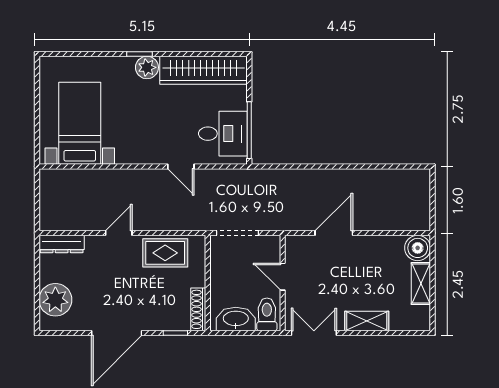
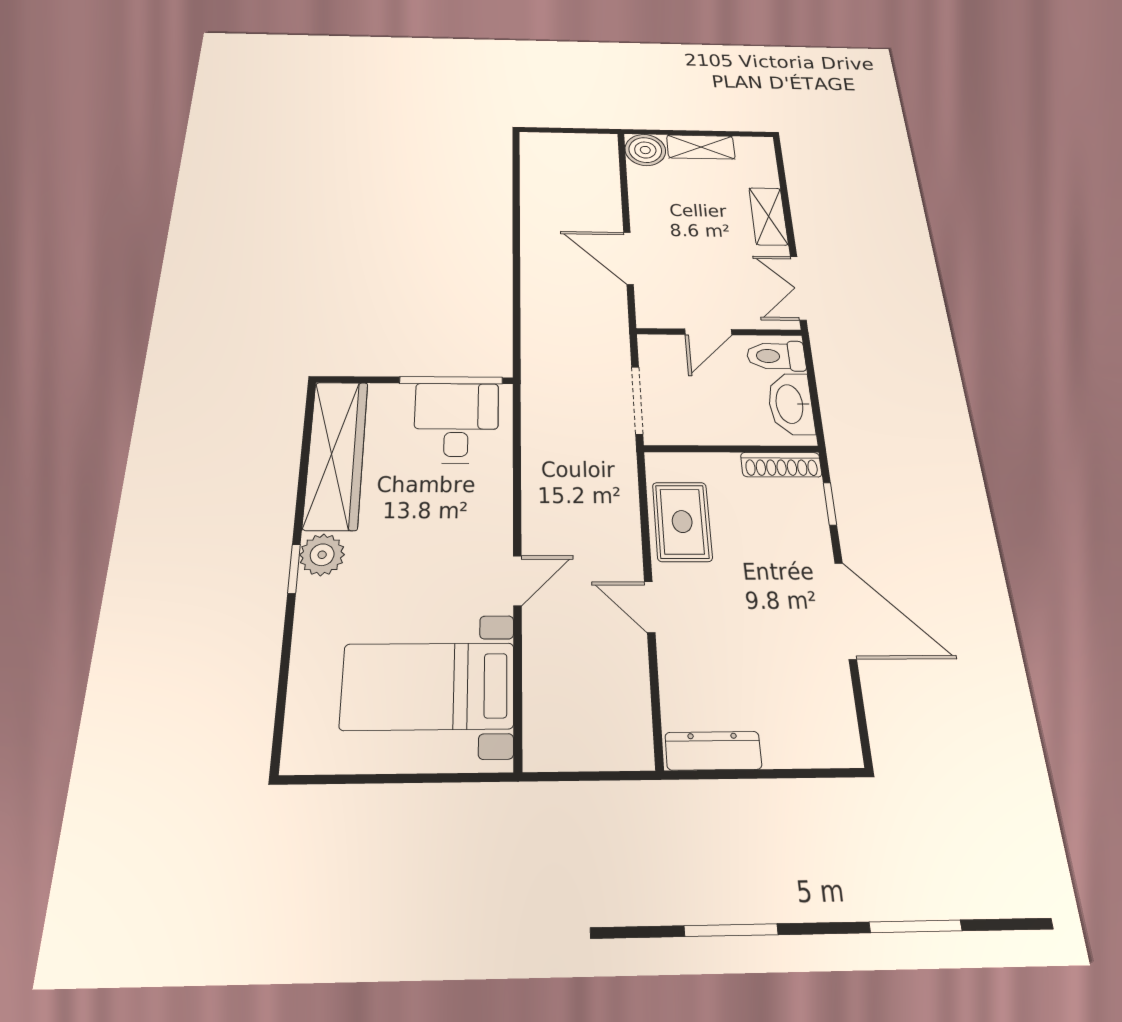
door: (181, 166) -> (517, 581), moved
dresser: (62, 244) -> (713, 751), moved, turned -90
plant: (55, 300) -> (796, 734), removed

